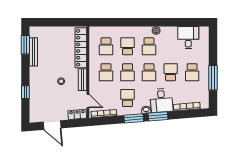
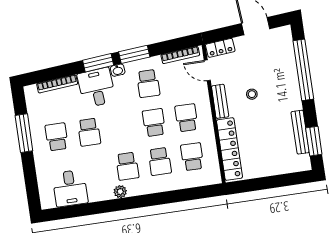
school desk: (149, 46) -> (127, 166), turned 180
school desk: (149, 72) -> (122, 127), removed
window: (25, 92) -> (303, 70), width x3.17

